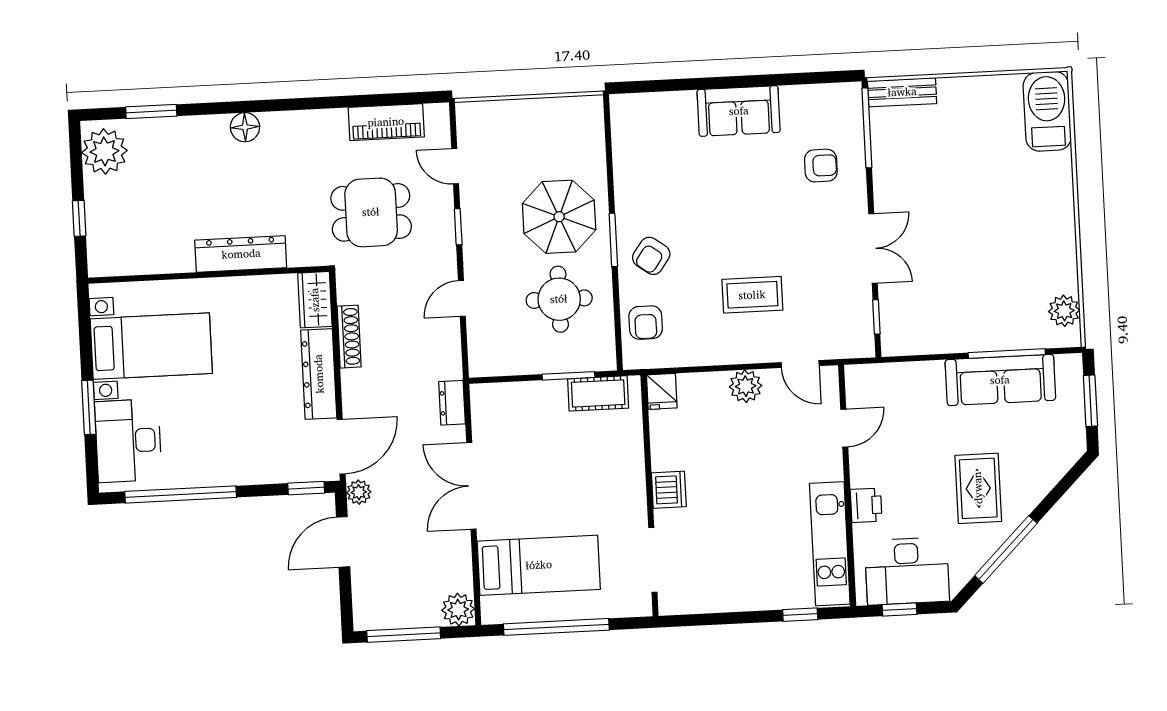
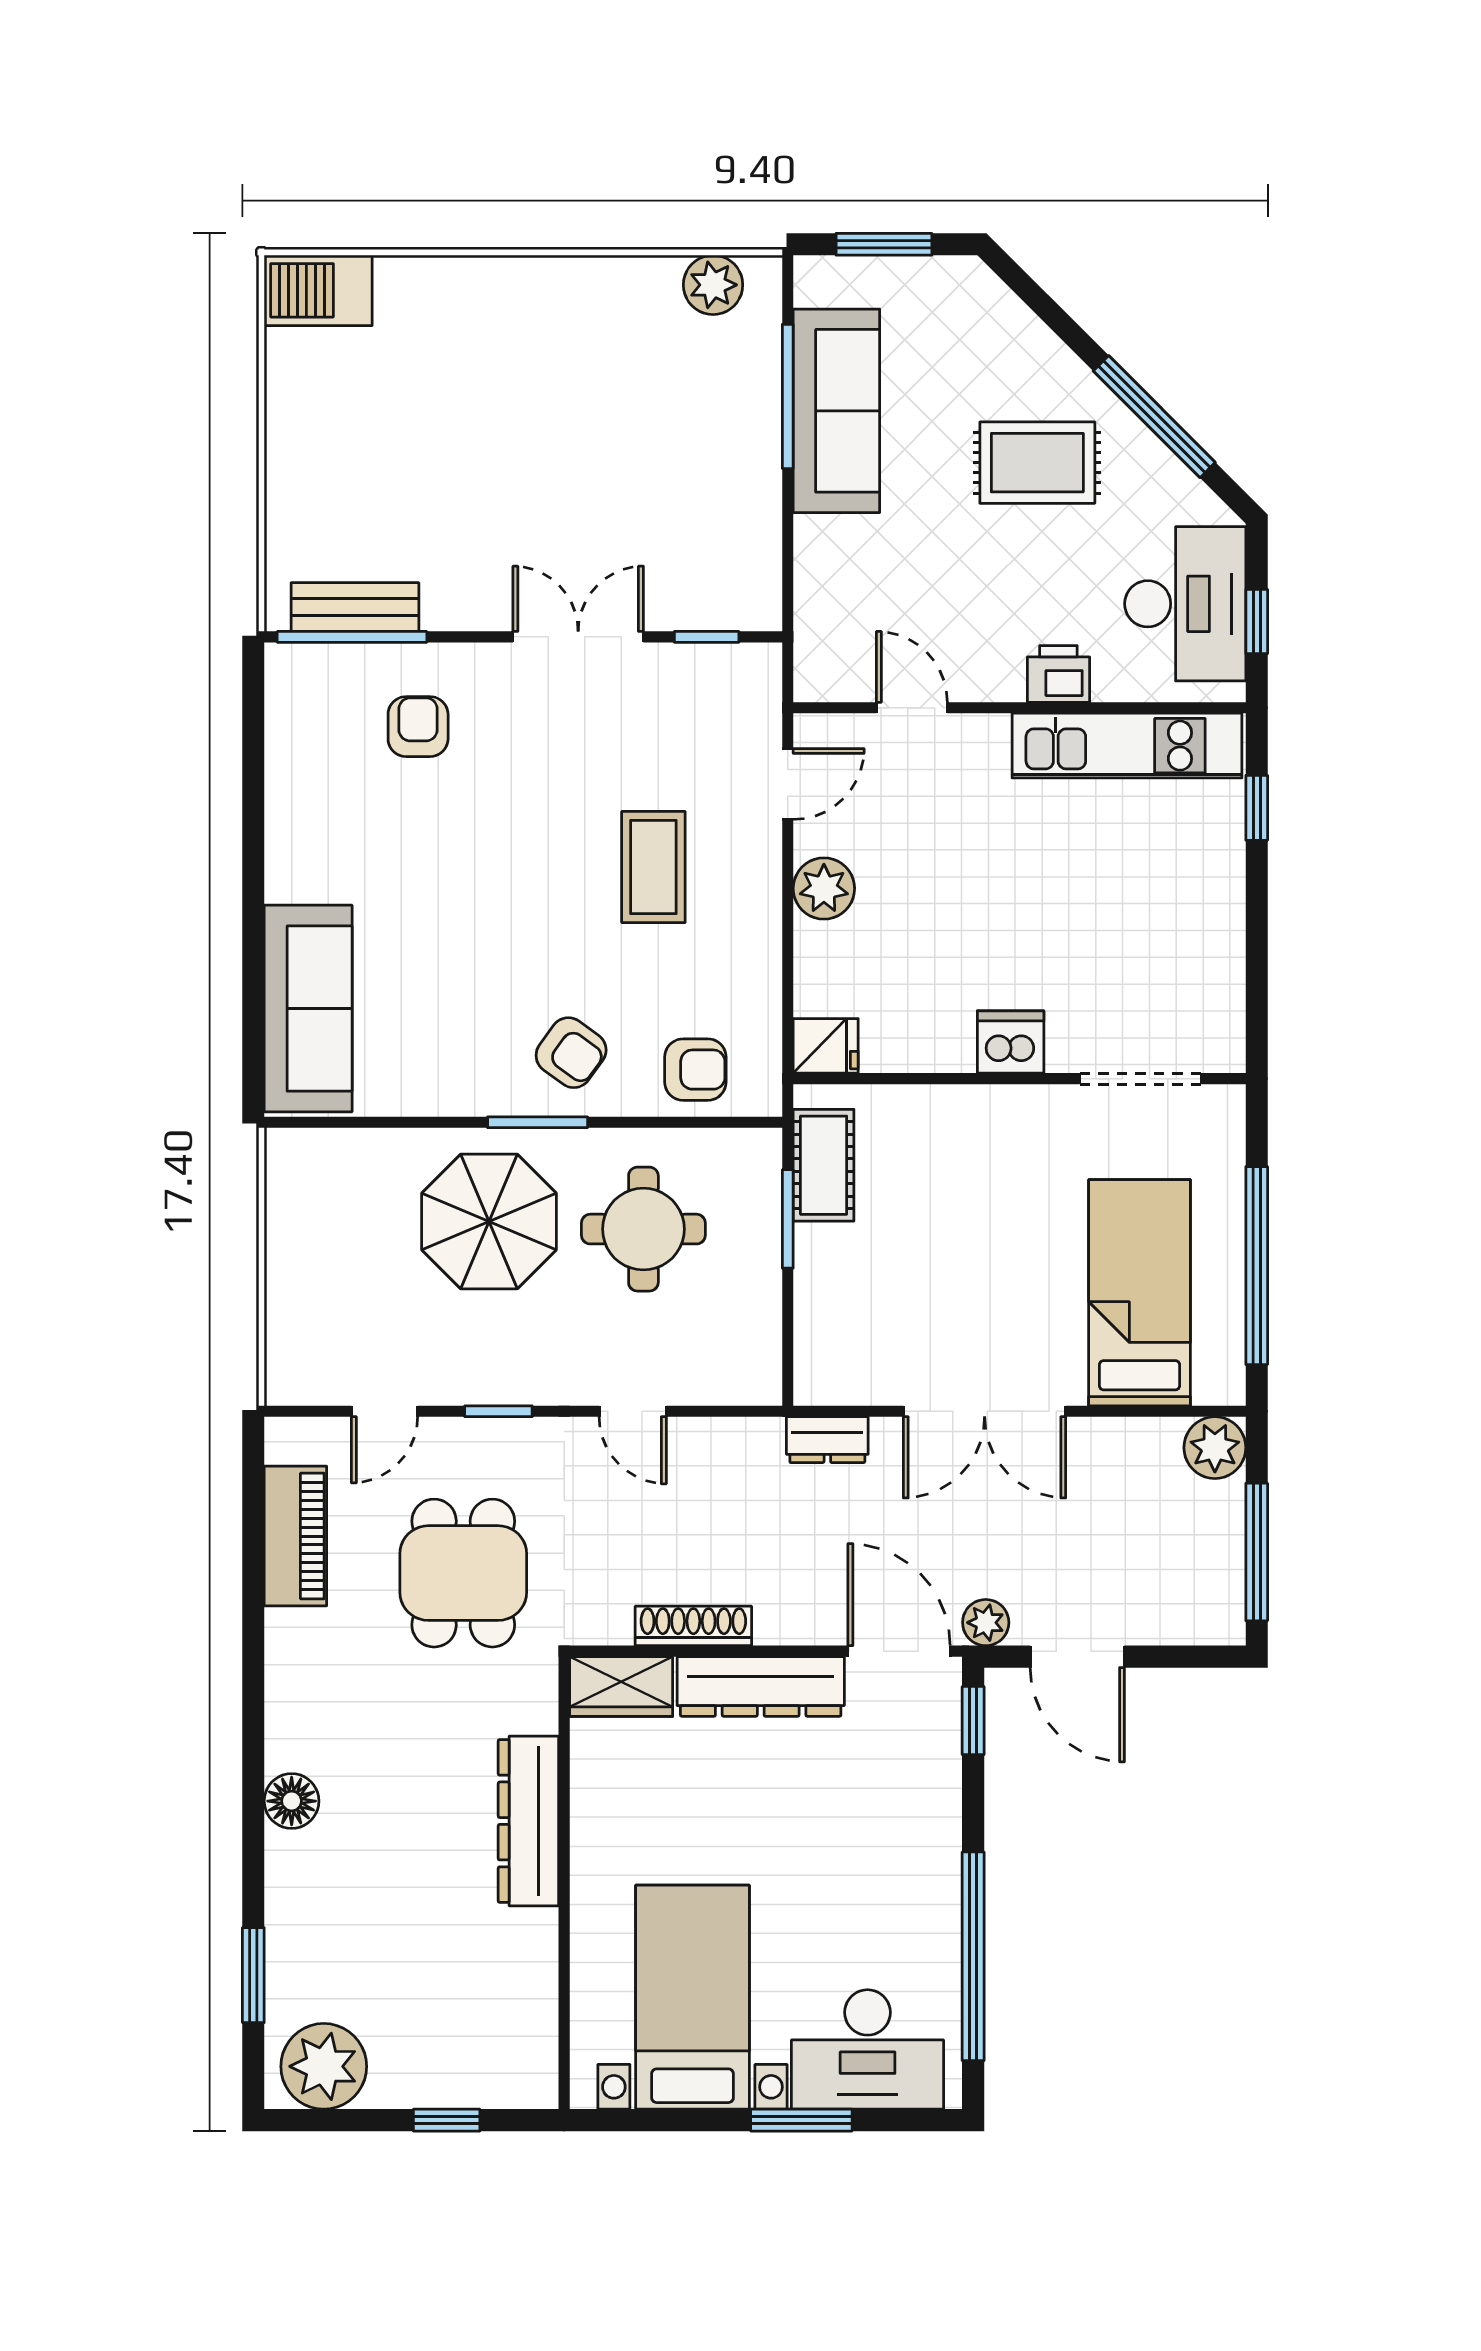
bench: (902, 92) -> (355, 607), moved, turned 90
sofa: (739, 111) -> (308, 1009), moved, width x1.36
barbecue: (1047, 111) -> (318, 290), width x0.73, depth x0.83

